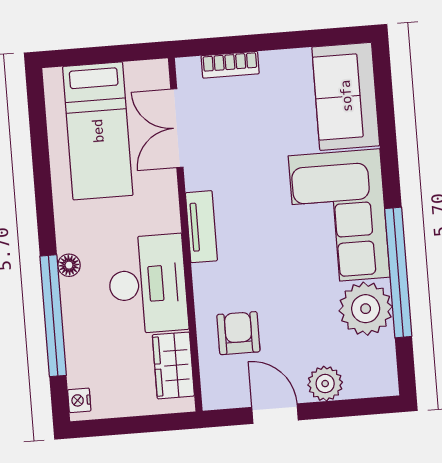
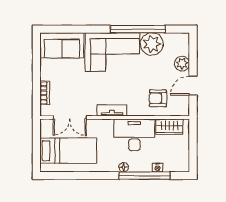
nightstand: (79, 400) -> (158, 167), moved

